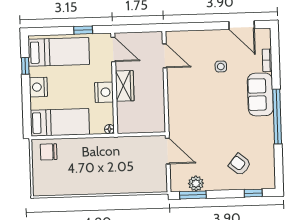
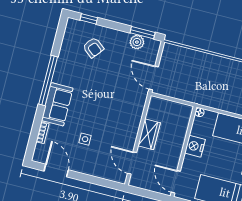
wardrobe: (125, 86) -> (149, 134), moved, turned 180

